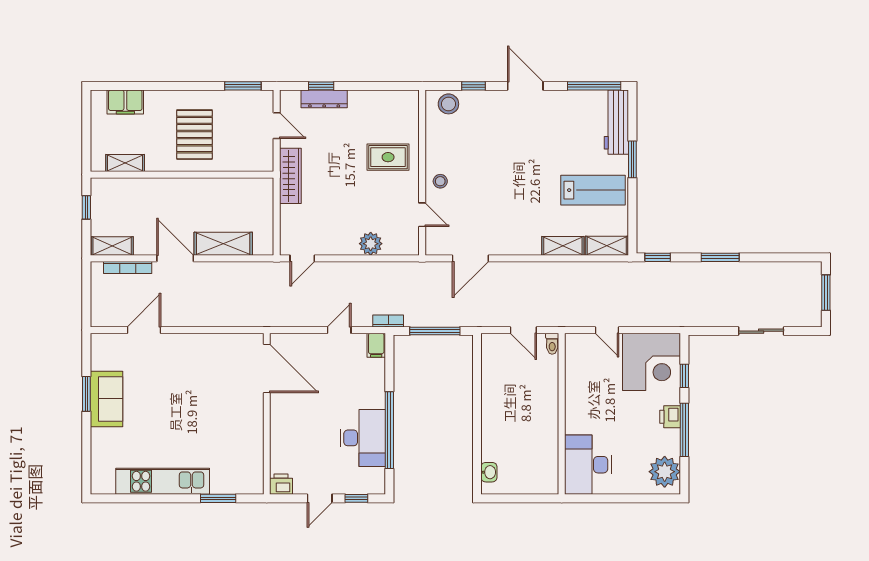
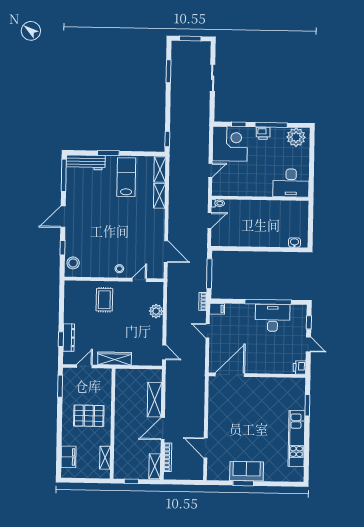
window: (720, 257) -> (168, 71), moved

